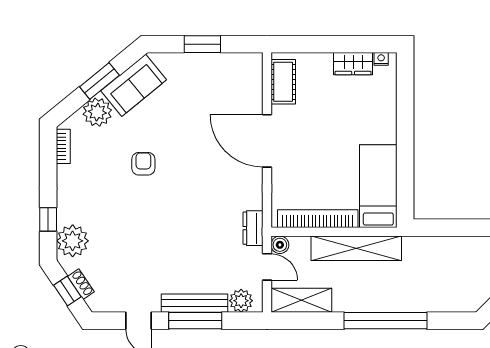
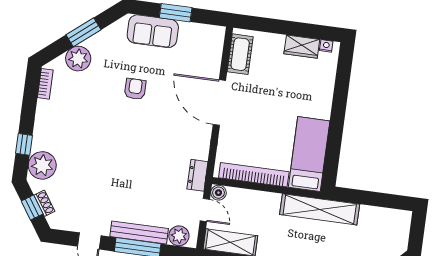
sofa: (134, 85) -> (153, 31), moved, turned 39
armchair: (143, 164) -> (135, 89), moved
shelving: (356, 248) -> (320, 209), moved

